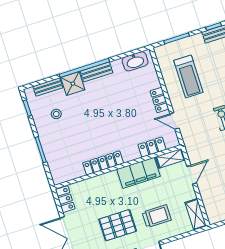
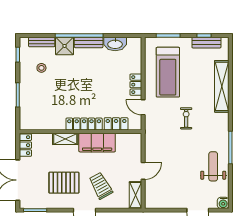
washbasin: (135, 61) -> (115, 44), moved
treadmill: (188, 76) -> (168, 72), width x1.37, depth x1.38
shelving: (170, 158) -> (65, 139), moved
locker: (103, 163) -> (84, 124), moved
door: (192, 175) -> (143, 171), moved
trolley: (157, 216) -> (101, 186), turned -119

